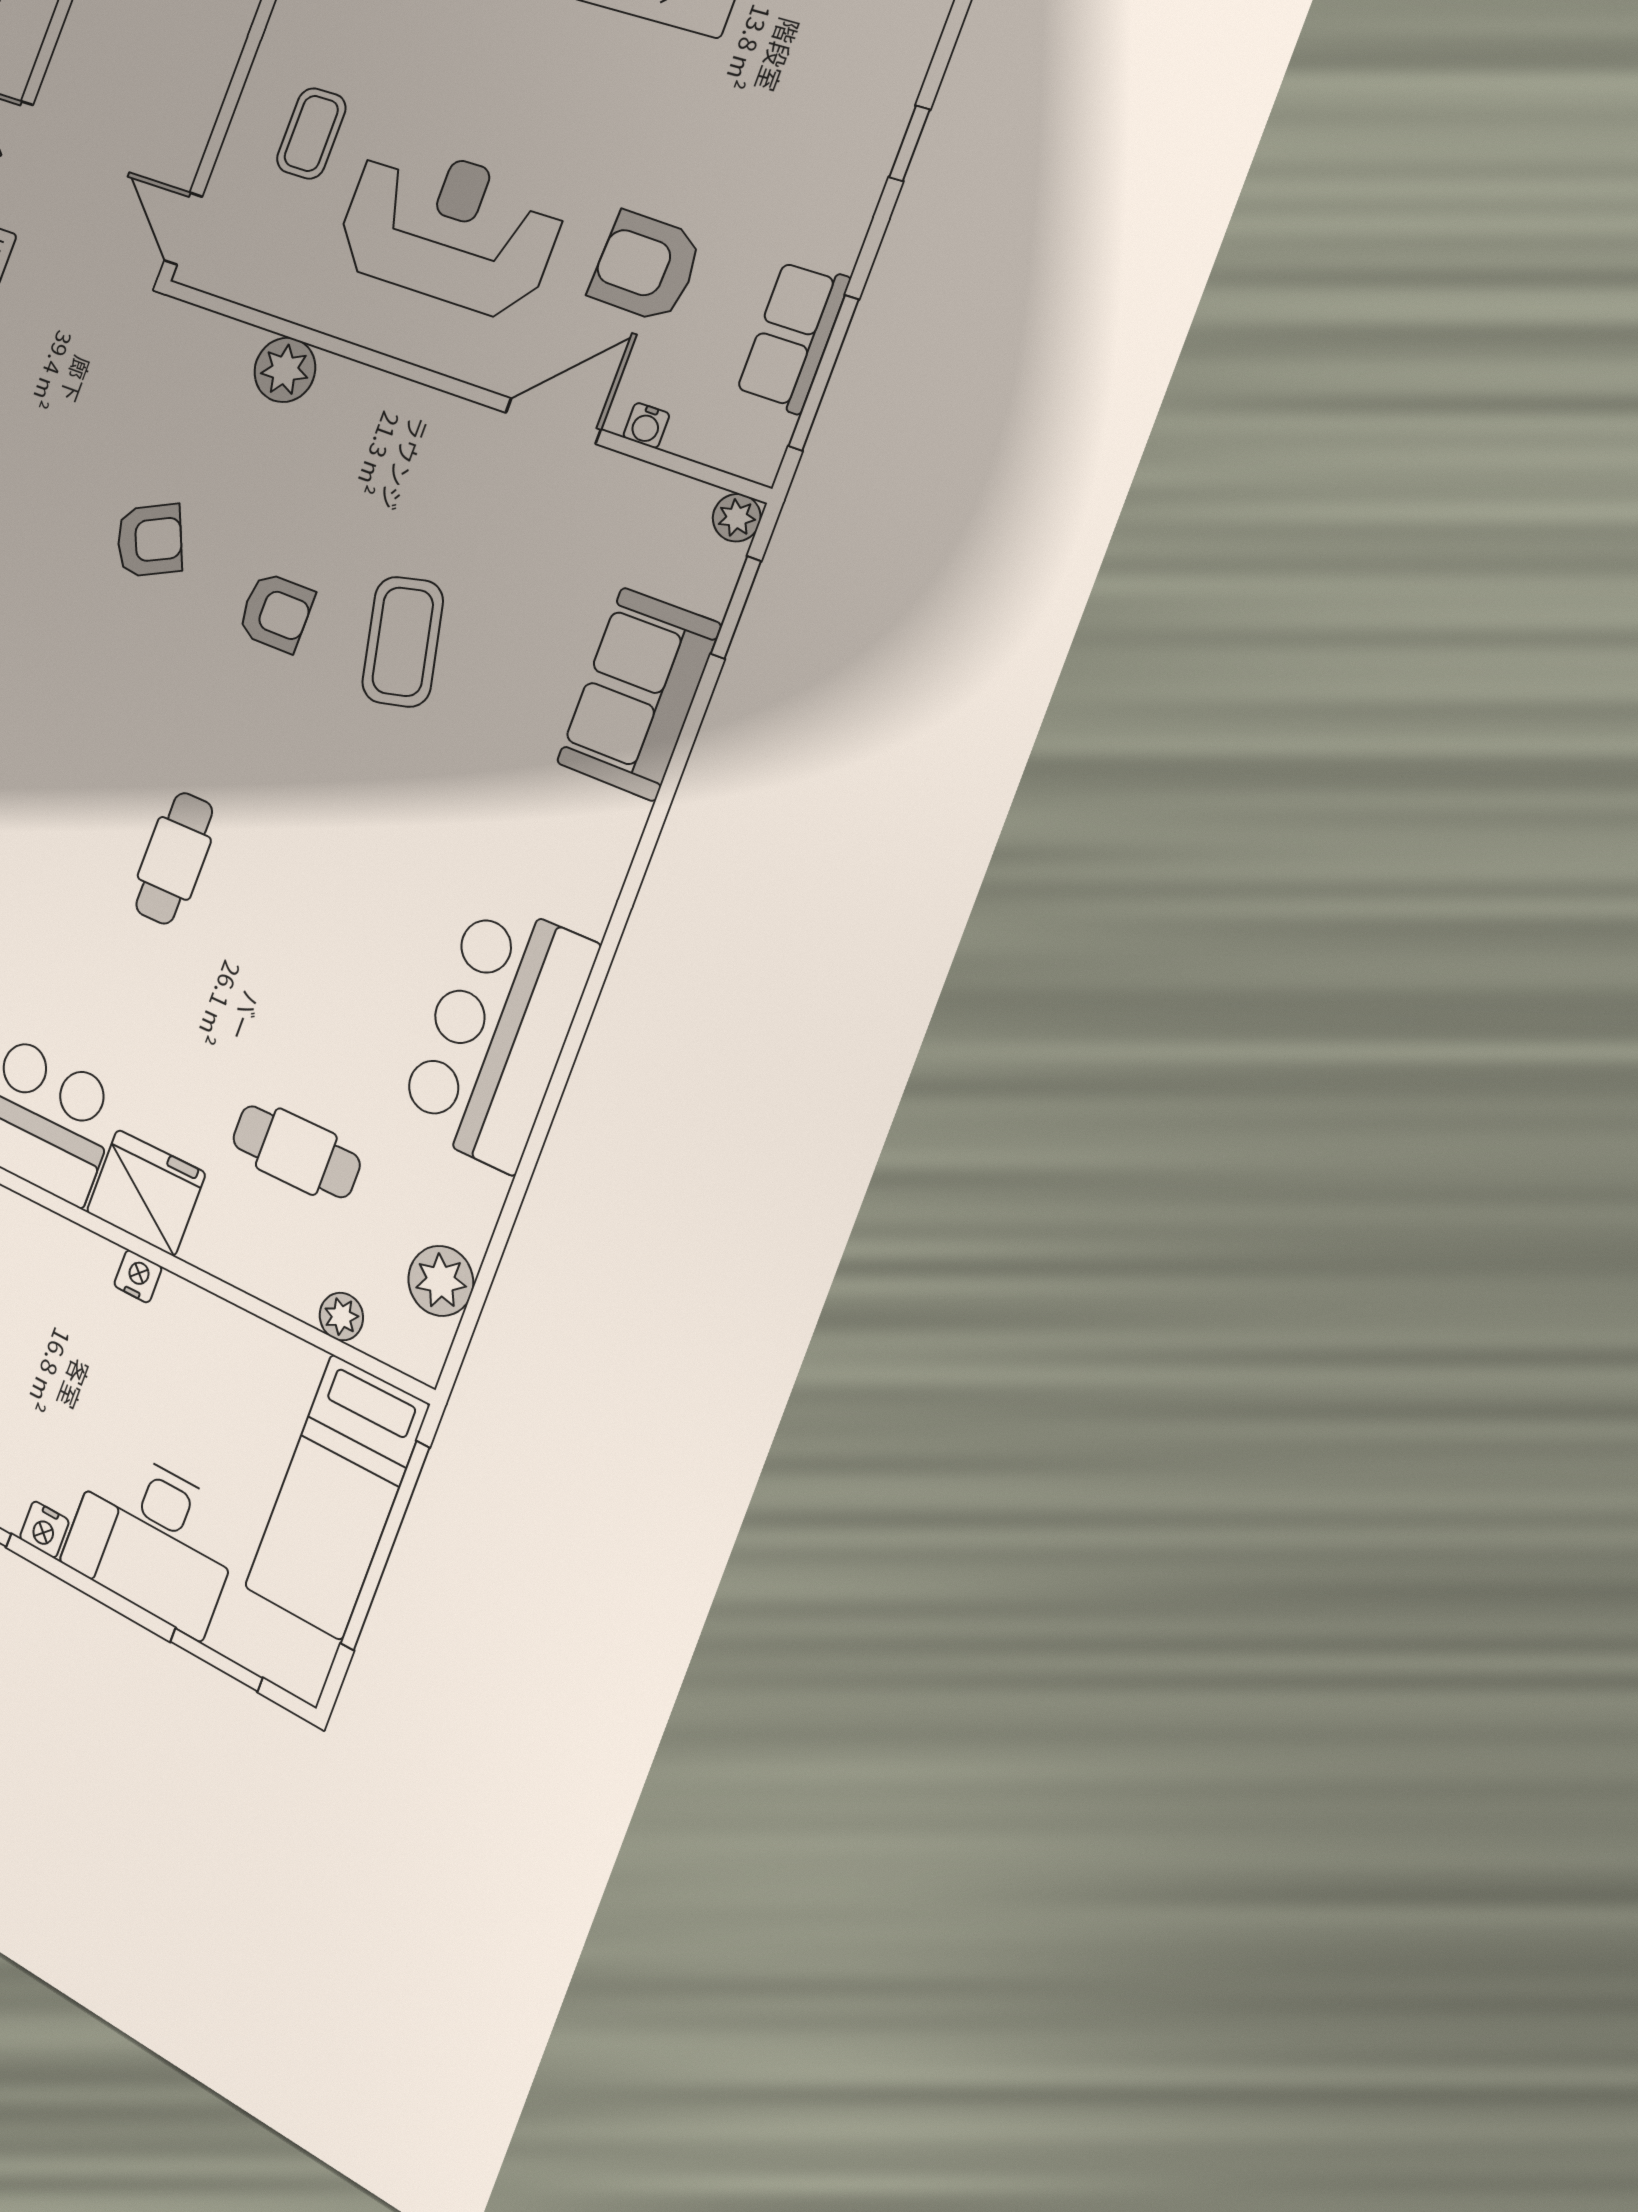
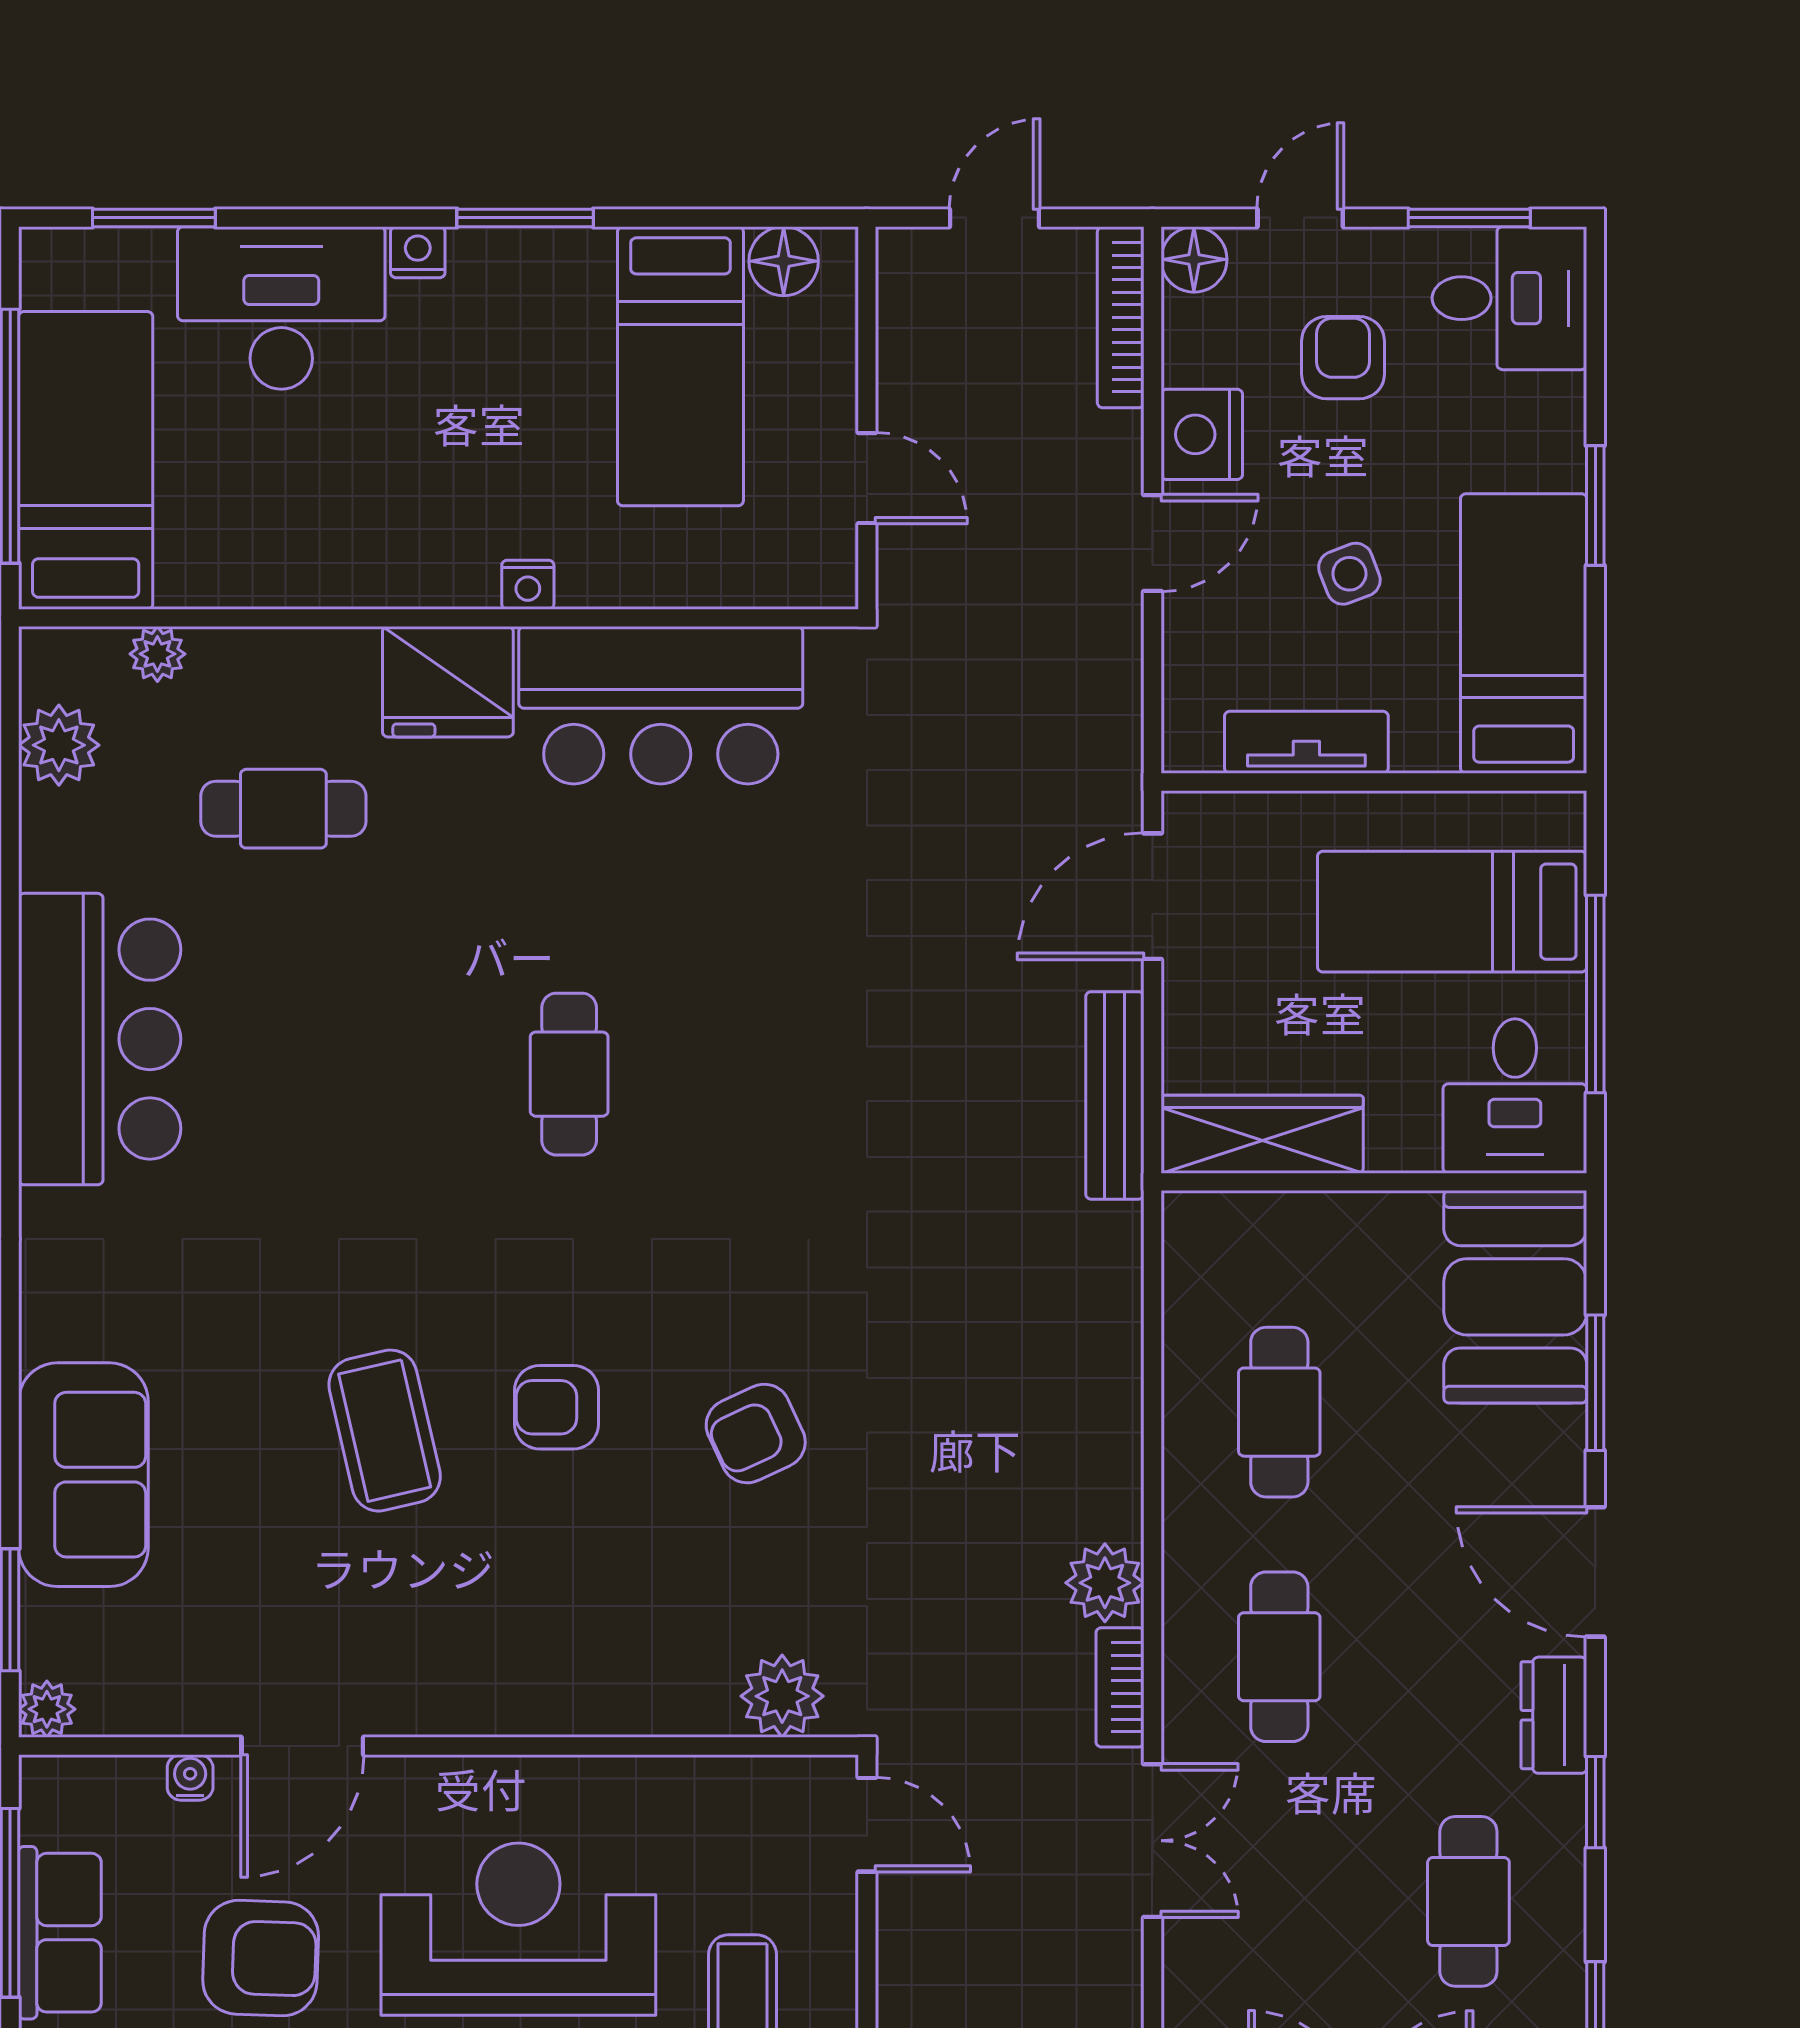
reception desk: (449, 229) -> (518, 1929), turned 180
plant: (285, 370) -> (782, 1696), moved
nightstand: (138, 1276) -> (528, 585), moved

